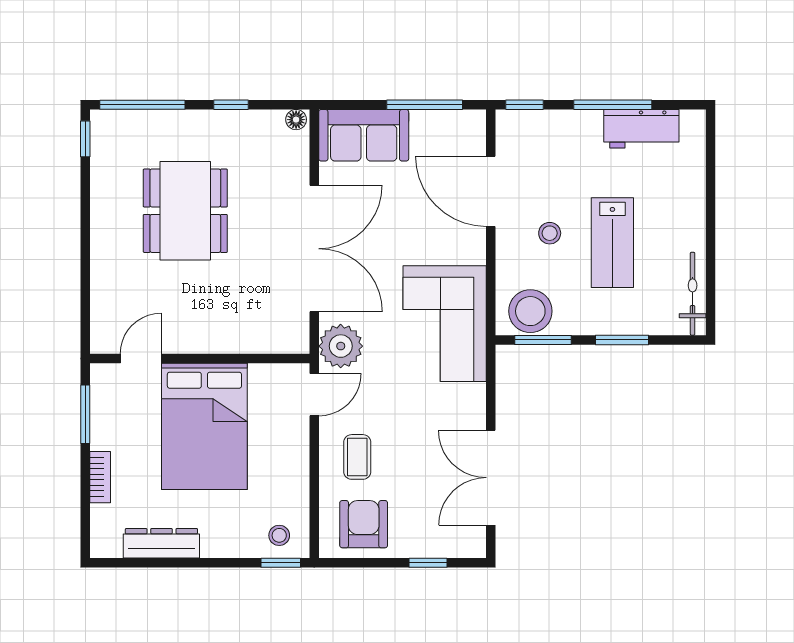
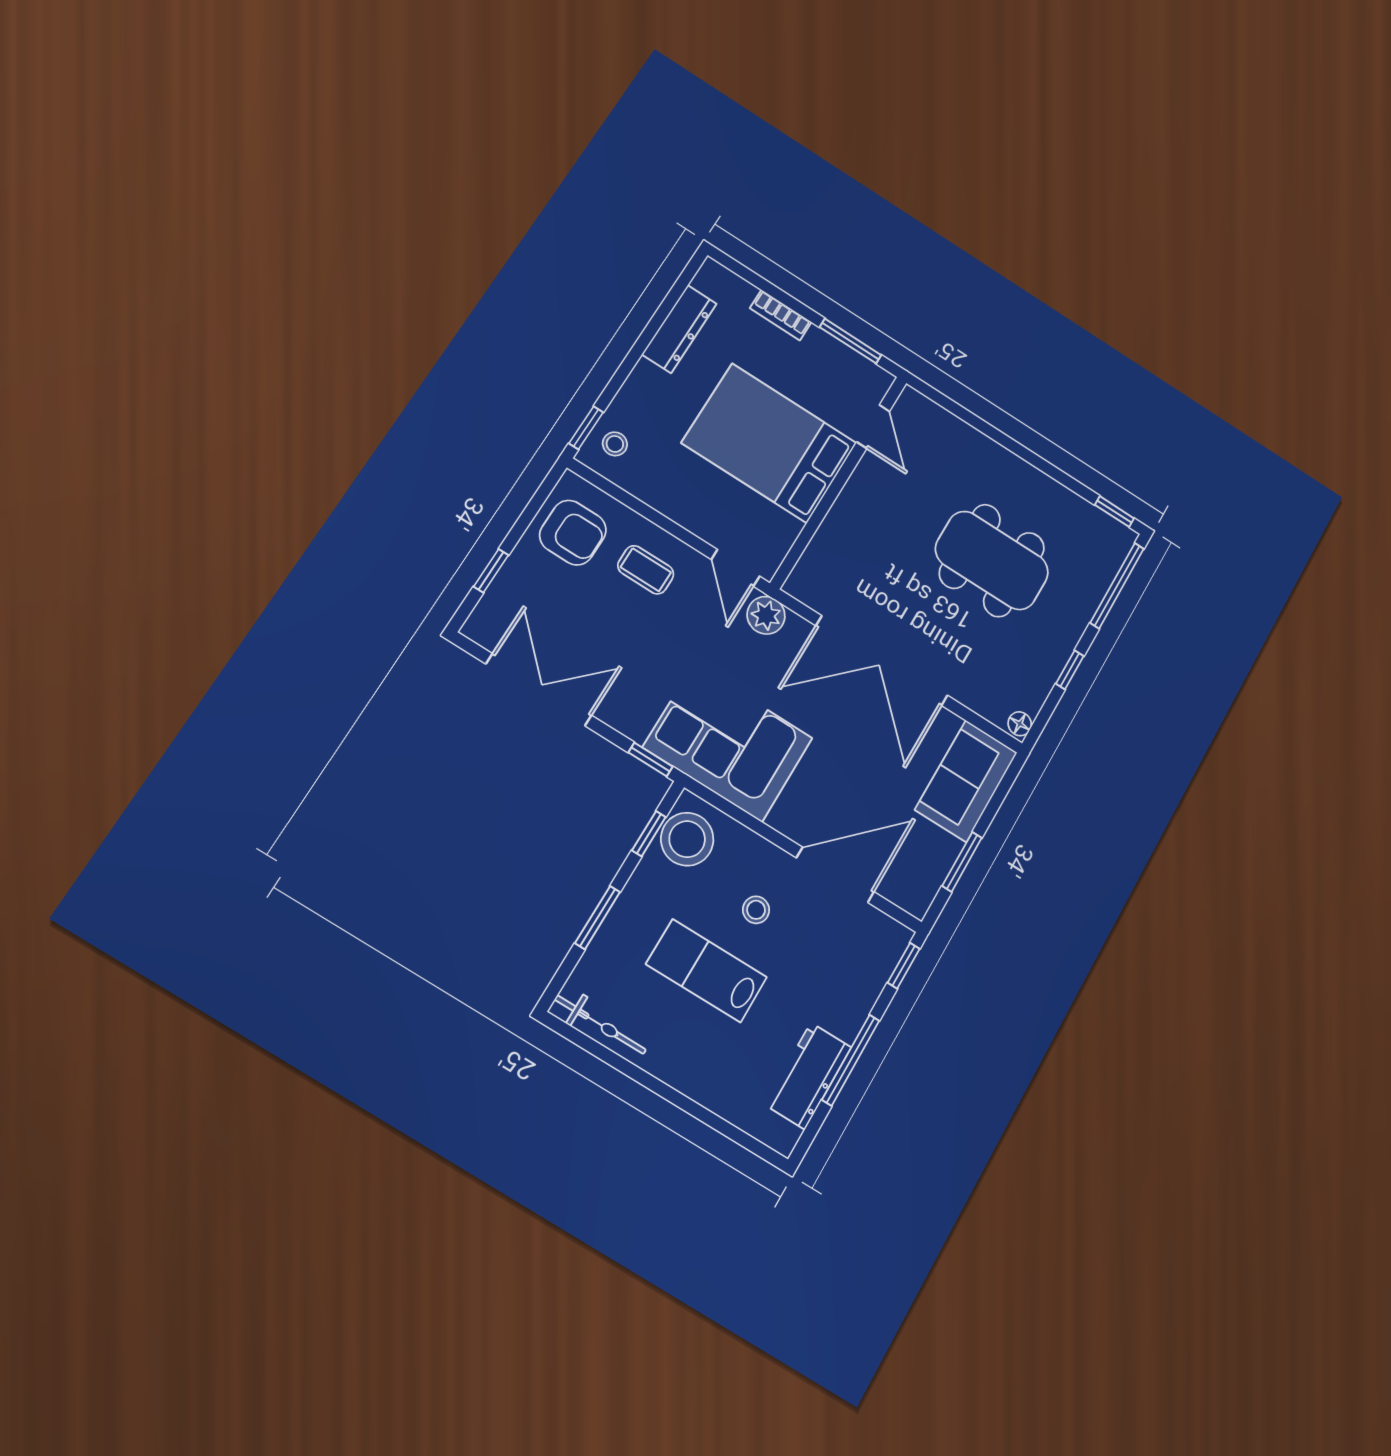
window: (425, 105) -> (962, 862), width x0.69
window: (543, 340) -> (649, 834), width x0.67
plant: (341, 346) -> (766, 615), width x0.73, depth x0.73
window: (491, 371) -> (651, 759), added

